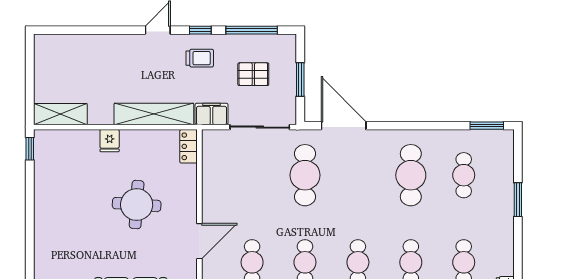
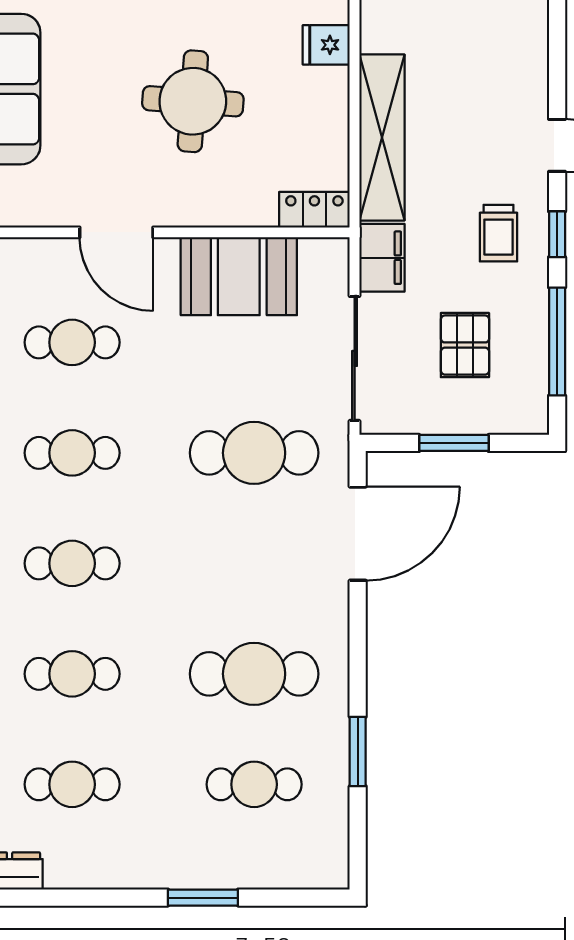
window: (487, 126) -> (358, 751), moved
booth: (220, 183) -> (239, 276), added

